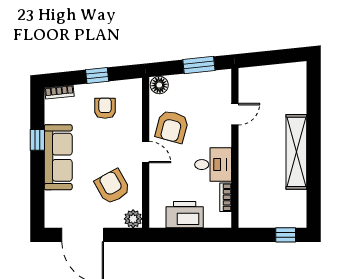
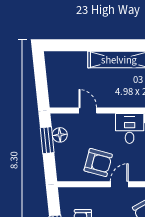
floor lamp: (159, 85) -> (60, 135), moved

